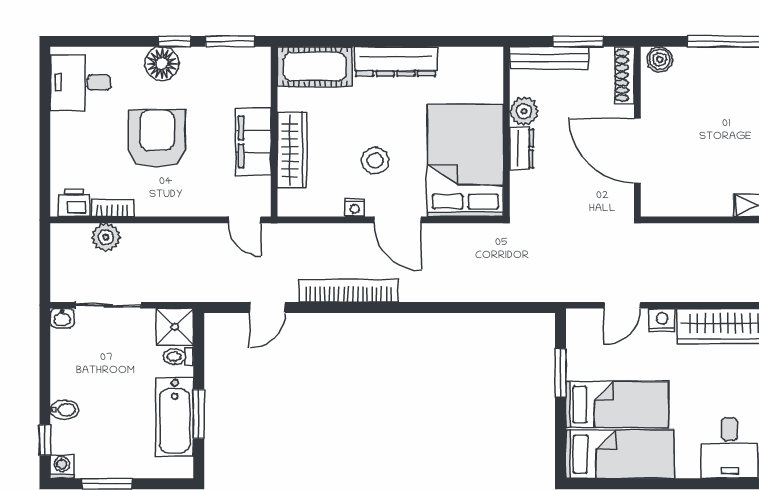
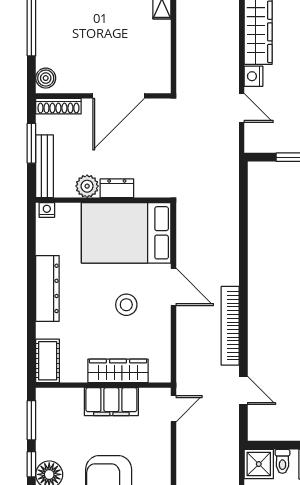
cot: (315, 67) -> (48, 361), width x0.73, depth x0.75
nightstand: (355, 207) -> (47, 210), moved, turned -90
door: (398, 220) -> (174, 287), hinge flipped

